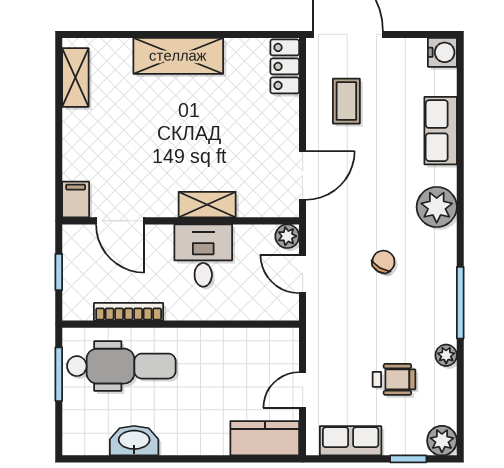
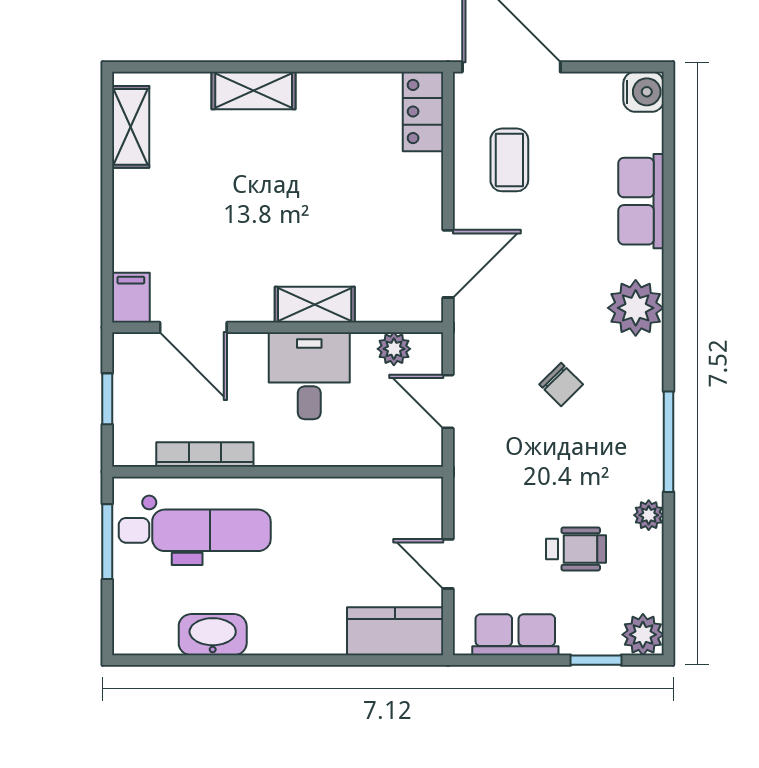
shelving: (178, 56) -> (254, 90), width x0.67, depth x0.75
plant: (287, 236) -> (394, 349), moved
chair: (383, 262) -> (561, 384), turned 105
door: (303, 390) -> (448, 564), hinge flipped

